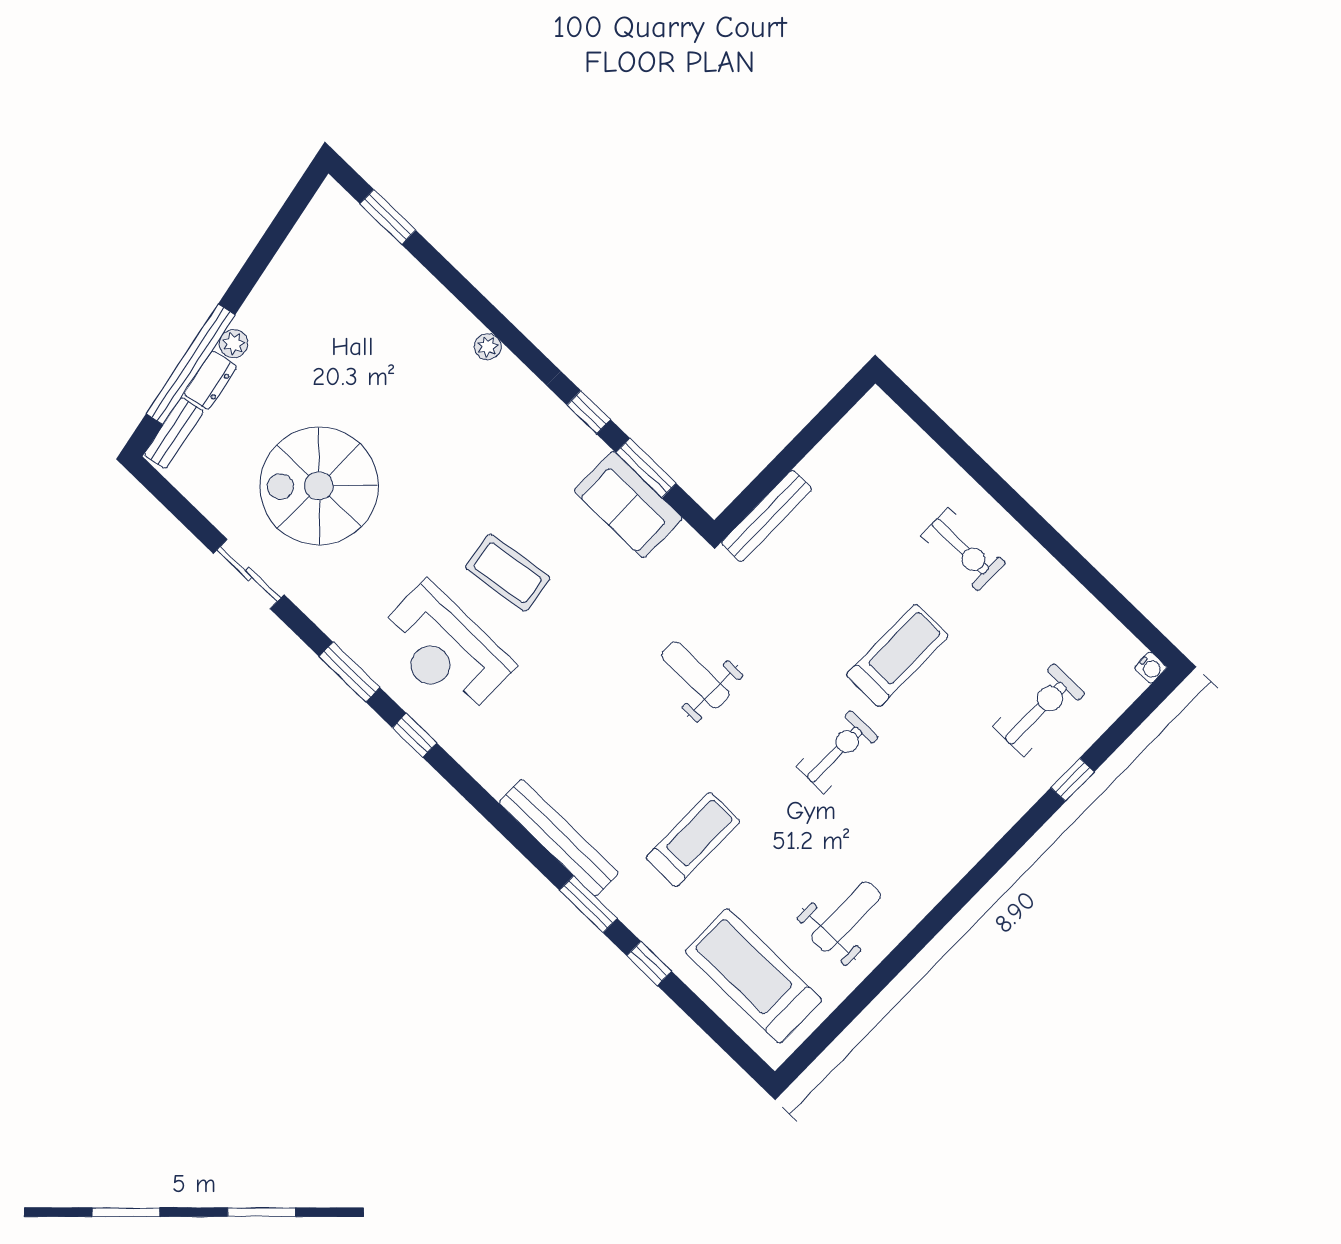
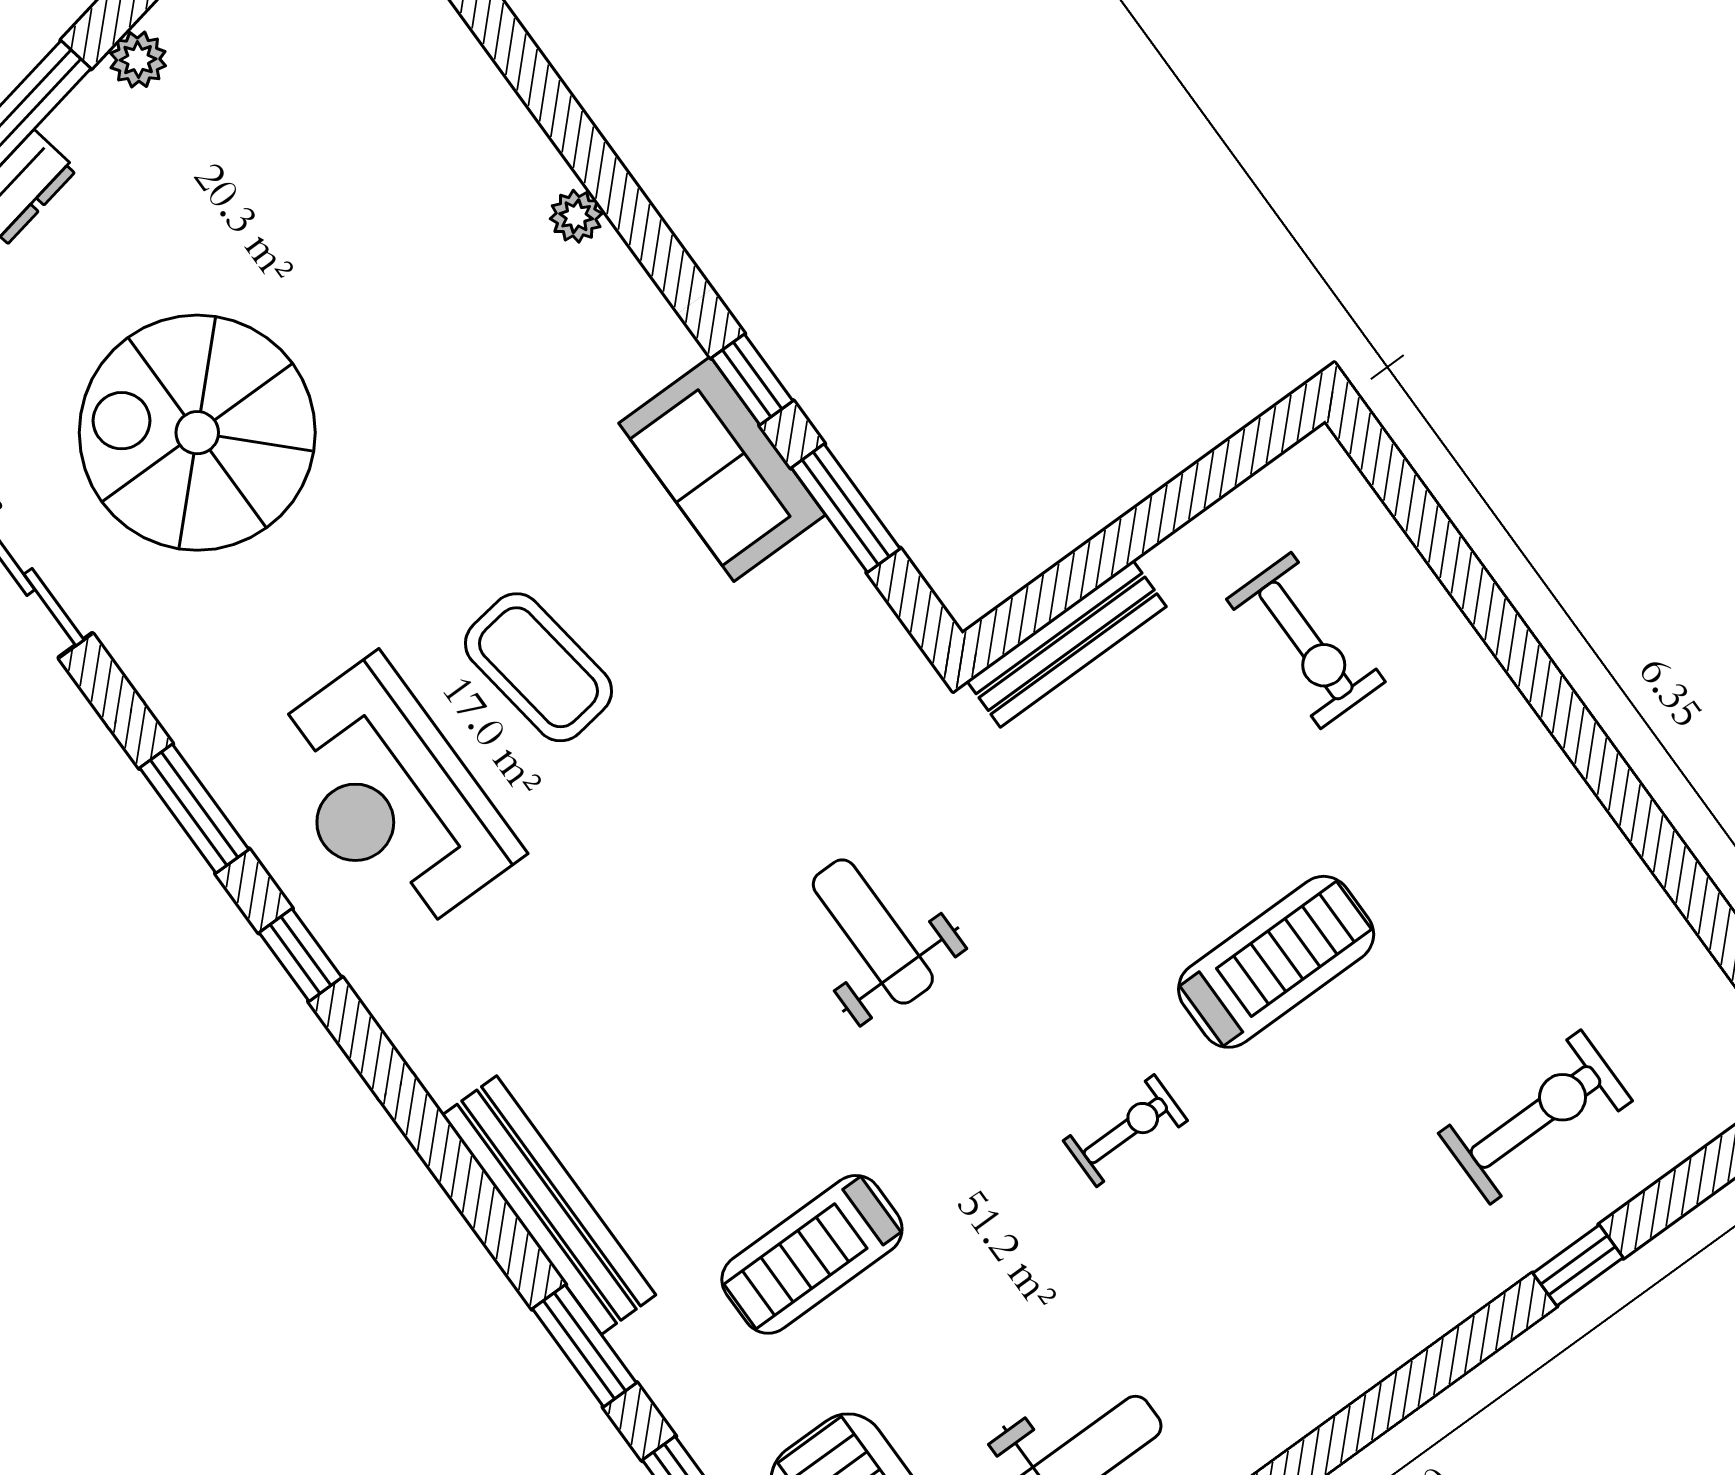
plant: (233, 344) -> (138, 60), moved
sofa: (628, 504) -> (722, 469), moved
exercise bike: (963, 549) -> (1306, 641), moved
exercise bike: (837, 752) -> (1125, 1131), width x0.73, depth x0.72
treadmill: (693, 840) -> (812, 1254), turned 180

